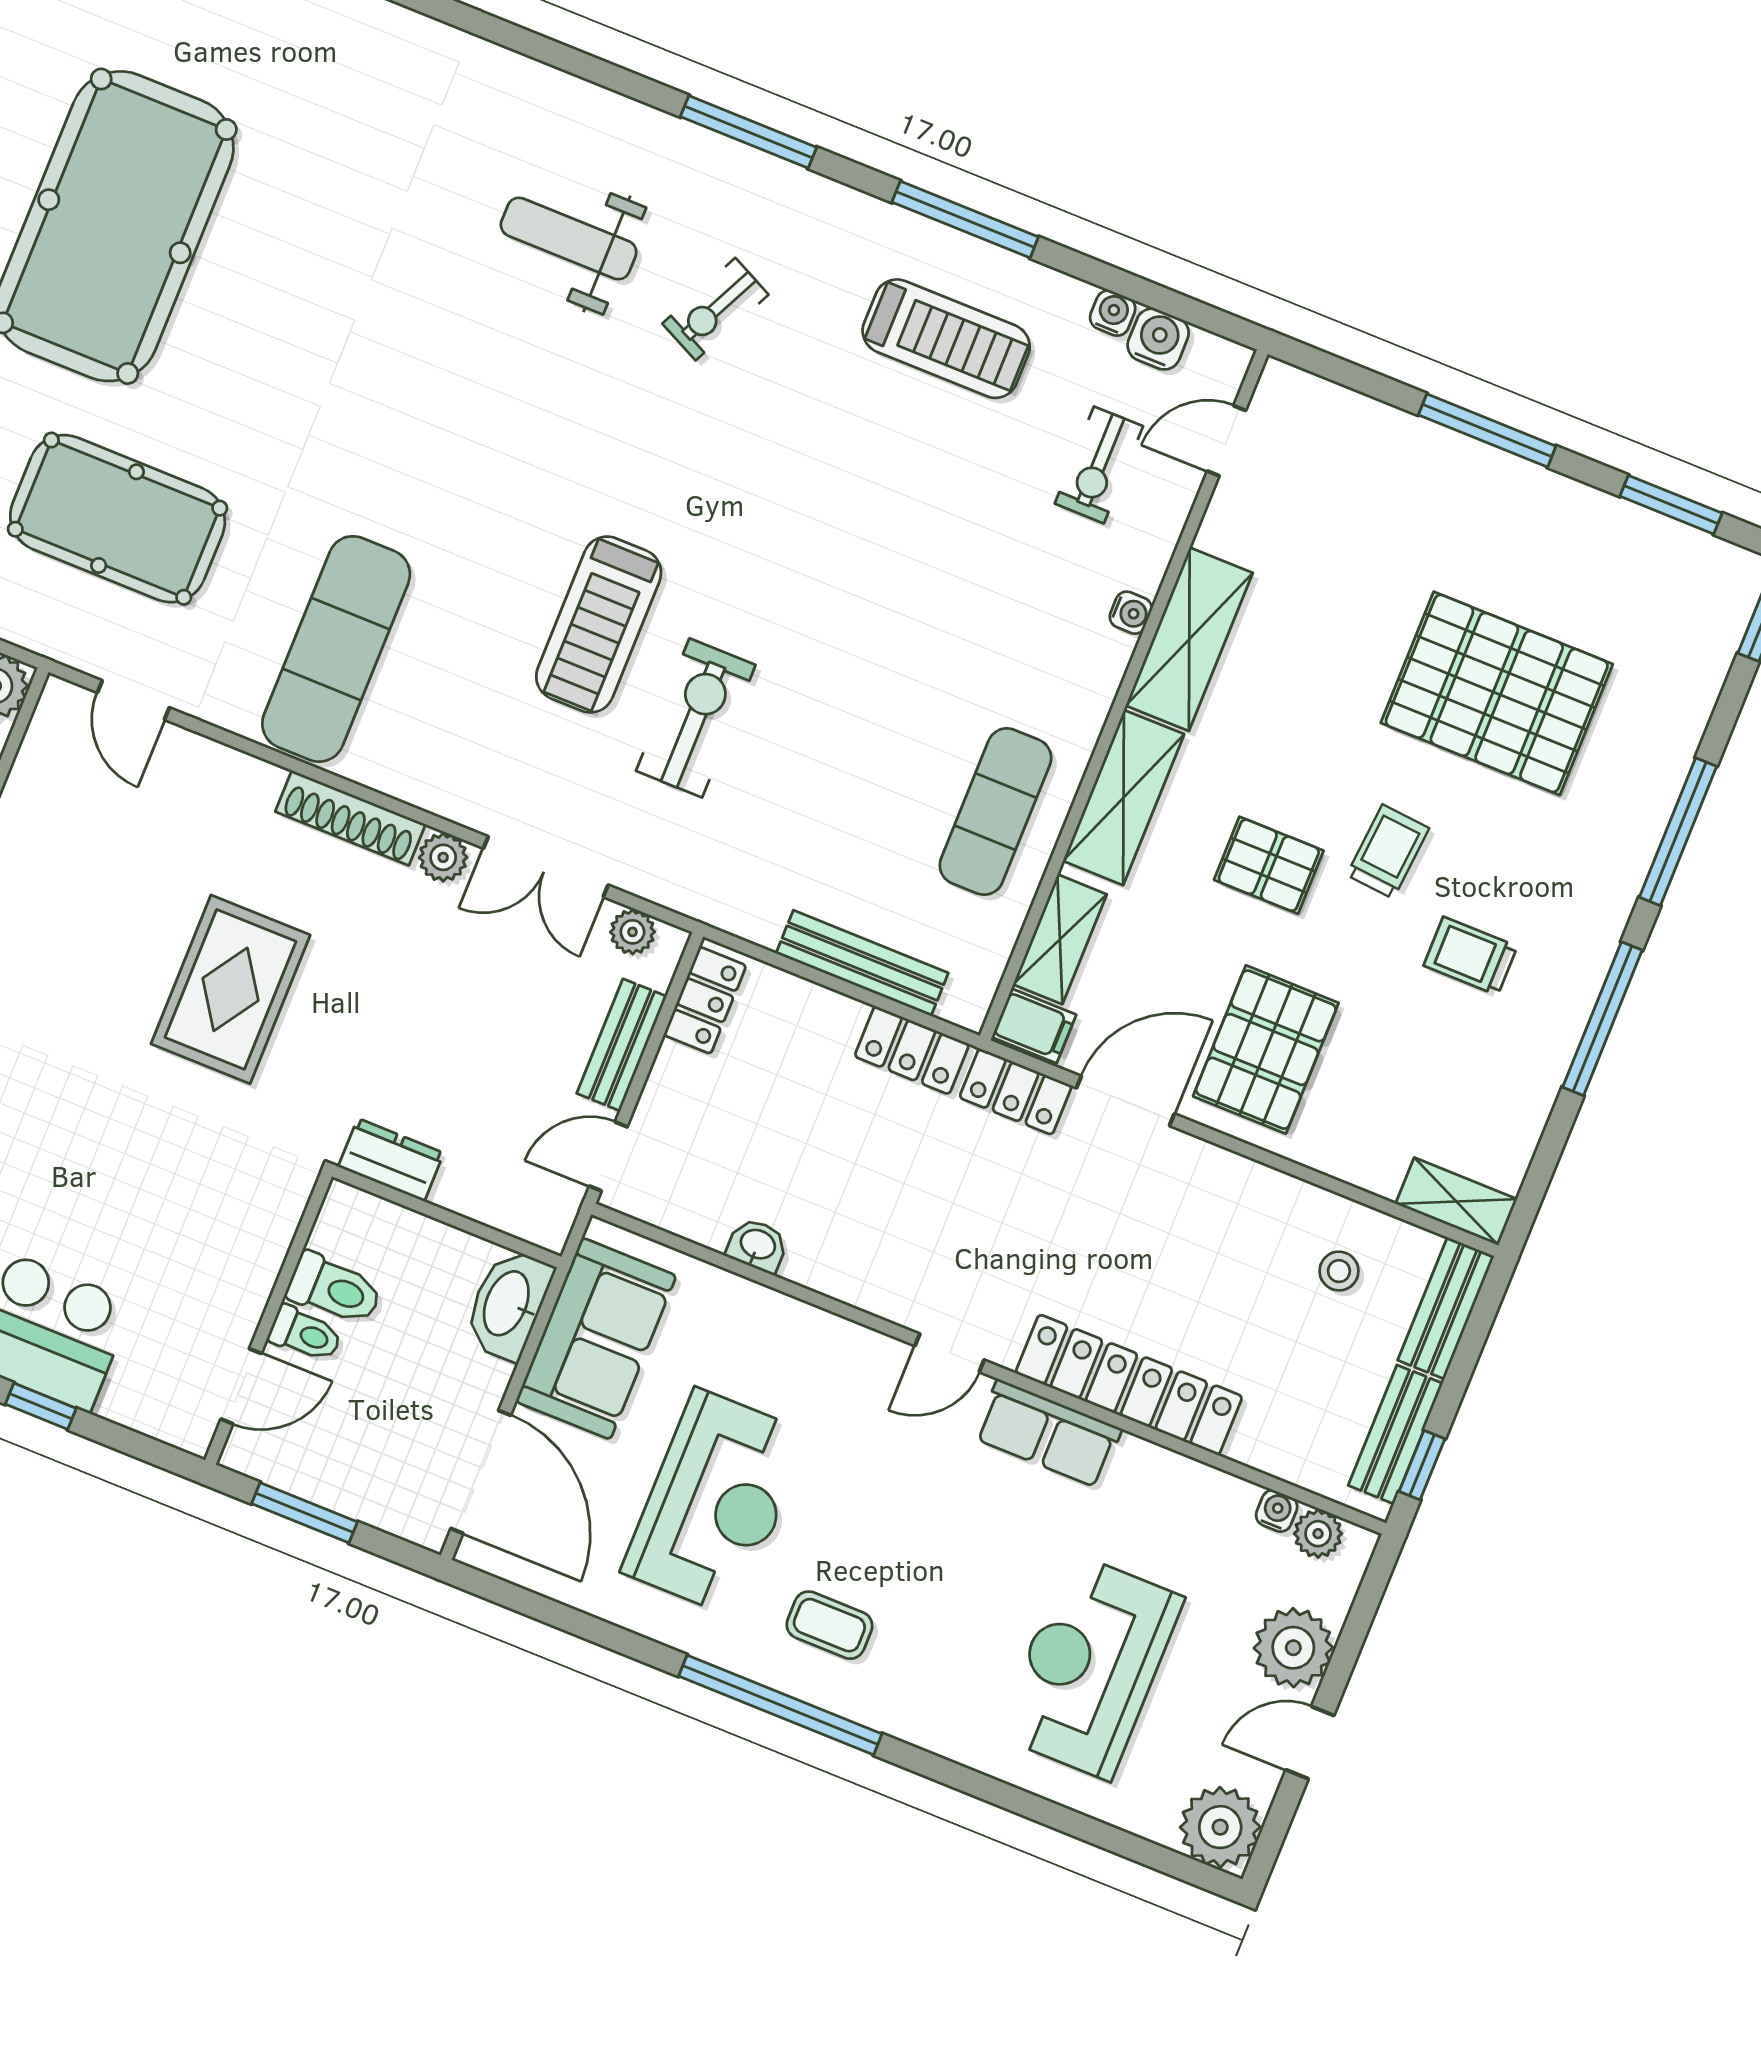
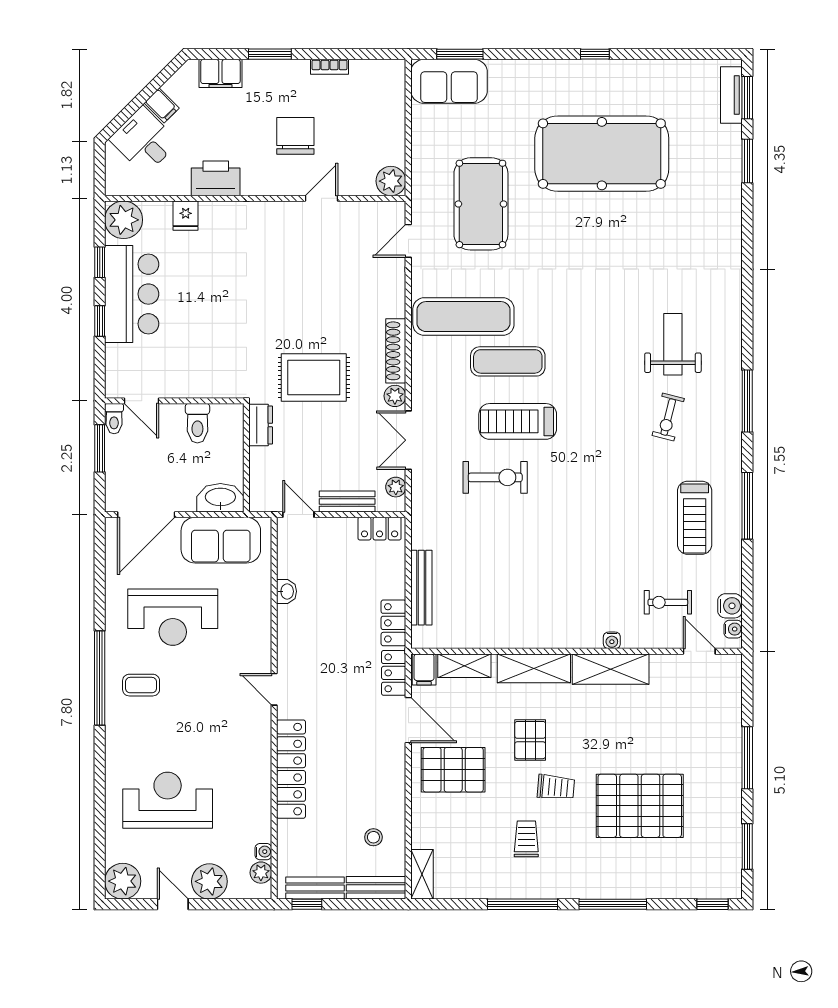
exercise bike: (715, 309) -> (668, 417), turned -102
water cooler: (1113, 313) -> (733, 629), moved
pallet: (1497, 693) -> (640, 806), turned 90
exercise mat: (995, 812) -> (508, 361), moved
rug: (231, 989) -> (314, 377), moved
toilet: (305, 1334) -> (114, 419), moved
row of seats: (1048, 1434) -> (257, 744), removed
coffee table: (829, 1625) -> (141, 685), turned 90

